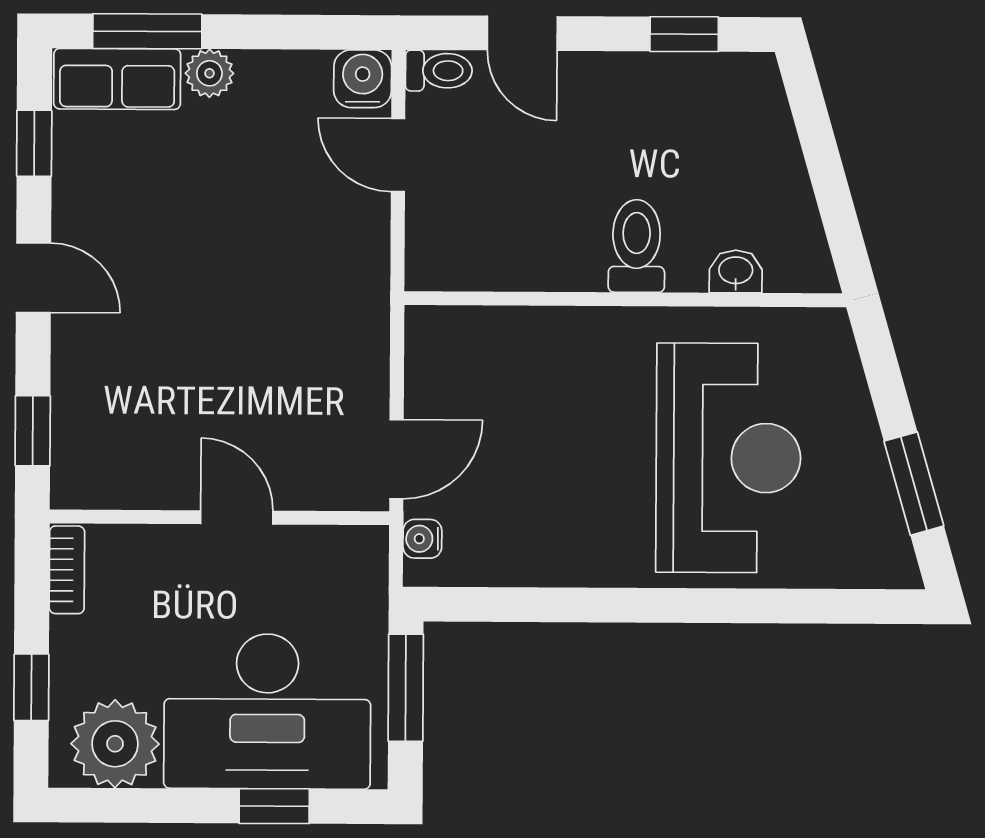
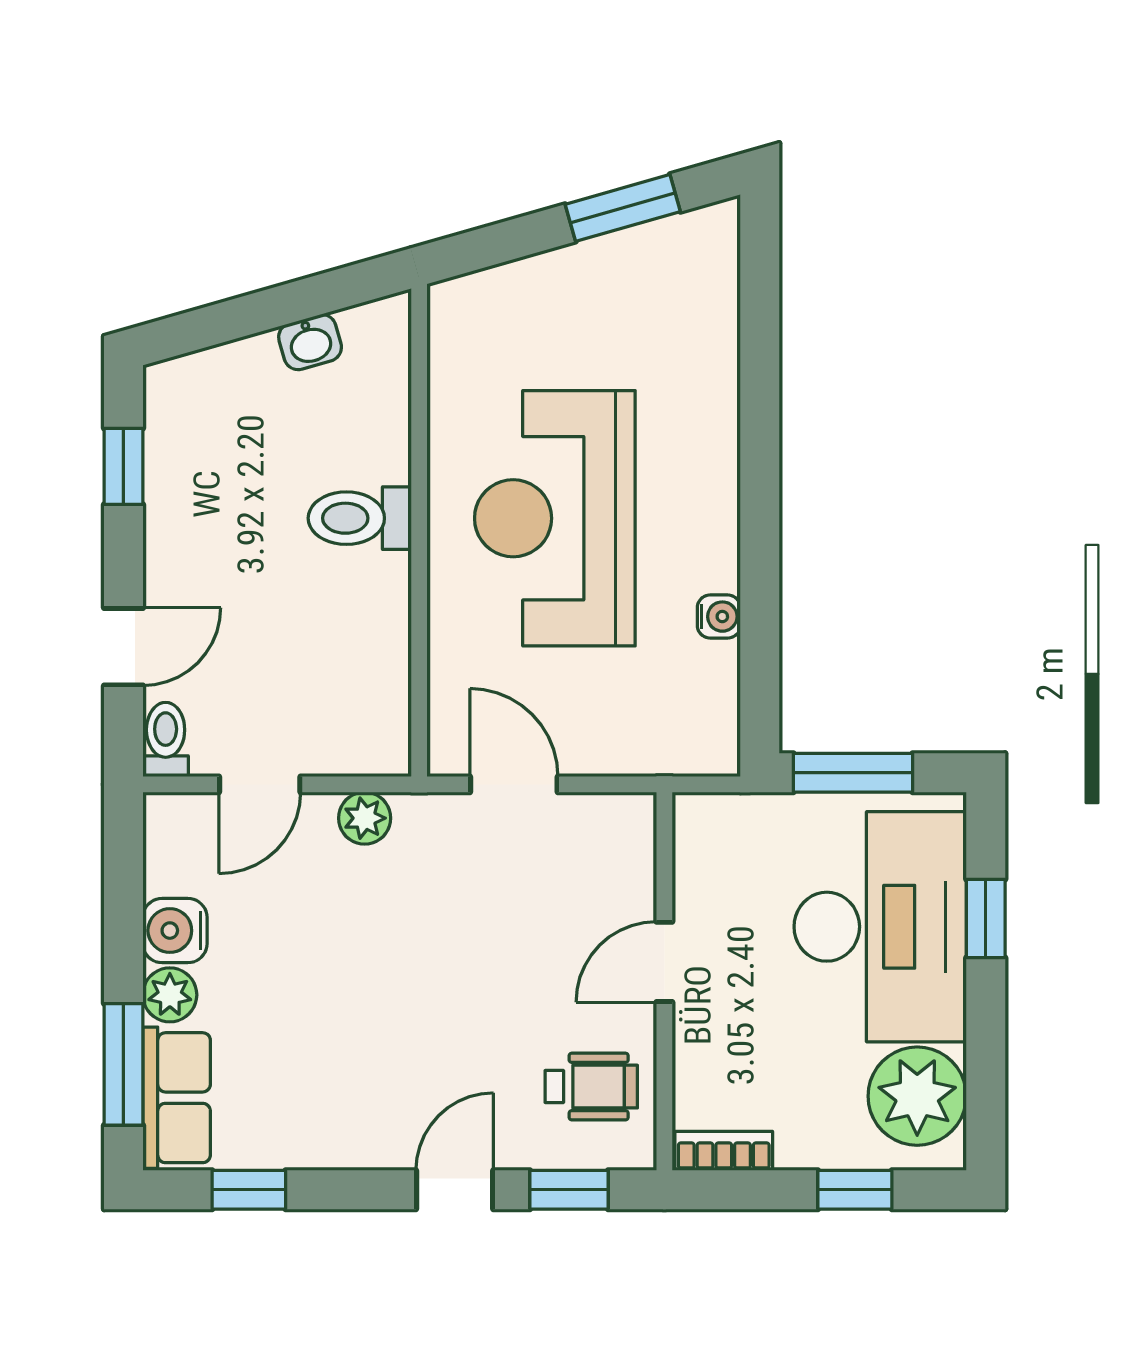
water cooler: (363, 79) -> (175, 931), moved
plant: (367, 249) -> (365, 818), added
washbasin: (736, 272) -> (310, 342), moved, turned -106
door: (33, 278) -> (455, 1190), moved
wheelchair: (125, 451) -> (591, 1087), added
reception desk: (728, 458) -> (555, 518), moved, turned -90
door: (396, 459) -> (514, 784), moved
water cooler: (422, 539) -> (719, 617), moved, turned -90

